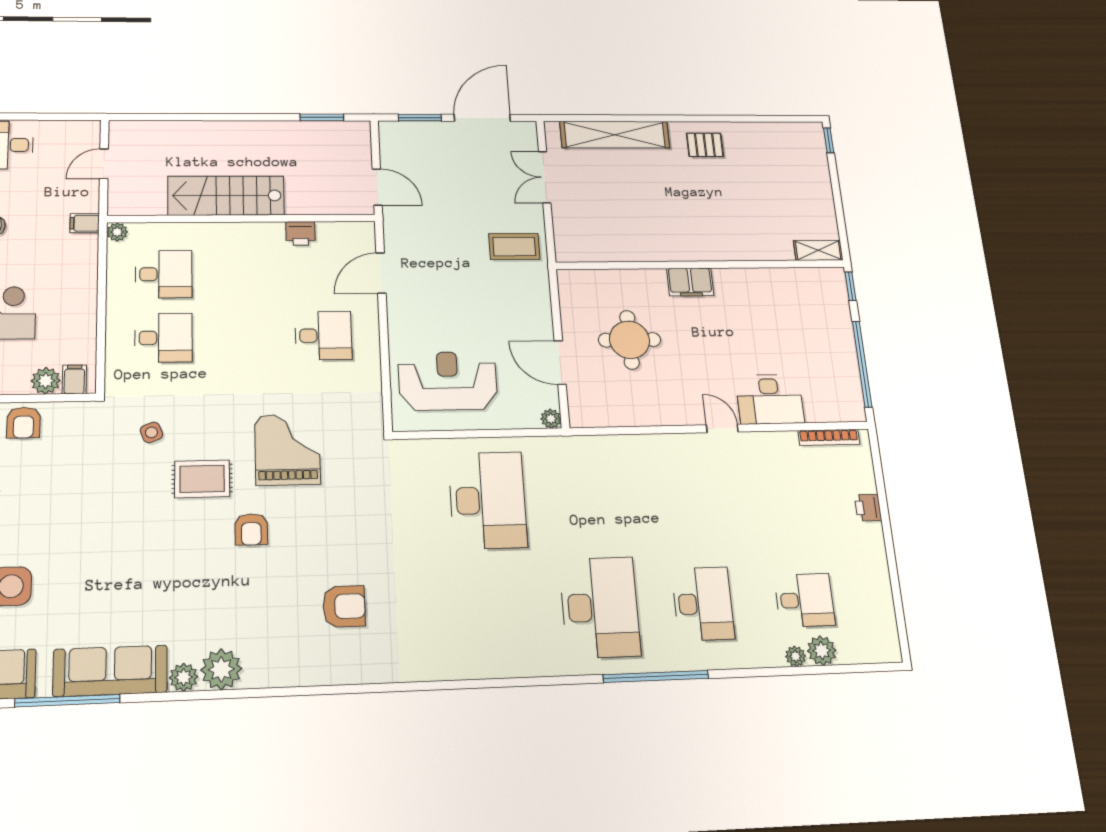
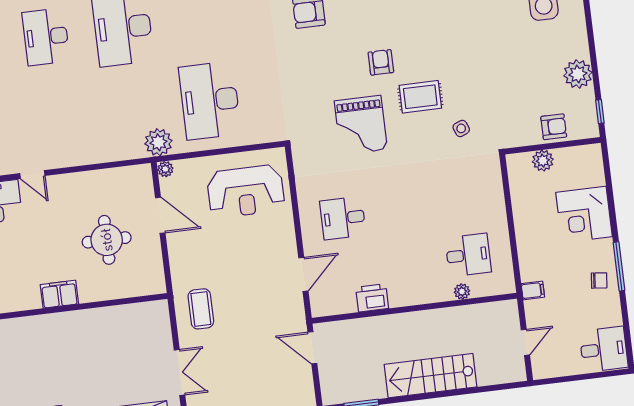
stairs: (226, 196) -> (431, 376), moved, turned 180
plant: (117, 232) -> (462, 292), moved
printer: (300, 233) -> (372, 298), width x1.36, depth x1.24
coffee table: (514, 247) -> (201, 309), turned 90
desk: (164, 274) -> (468, 255), turned 180
desk: (163, 338) -> (462, 203), removed
filing cabinet: (74, 379) -> (522, 164), removed
armchair: (24, 423) -> (554, 127), turned 90
plant: (558, 453) -> (158, 142), added

